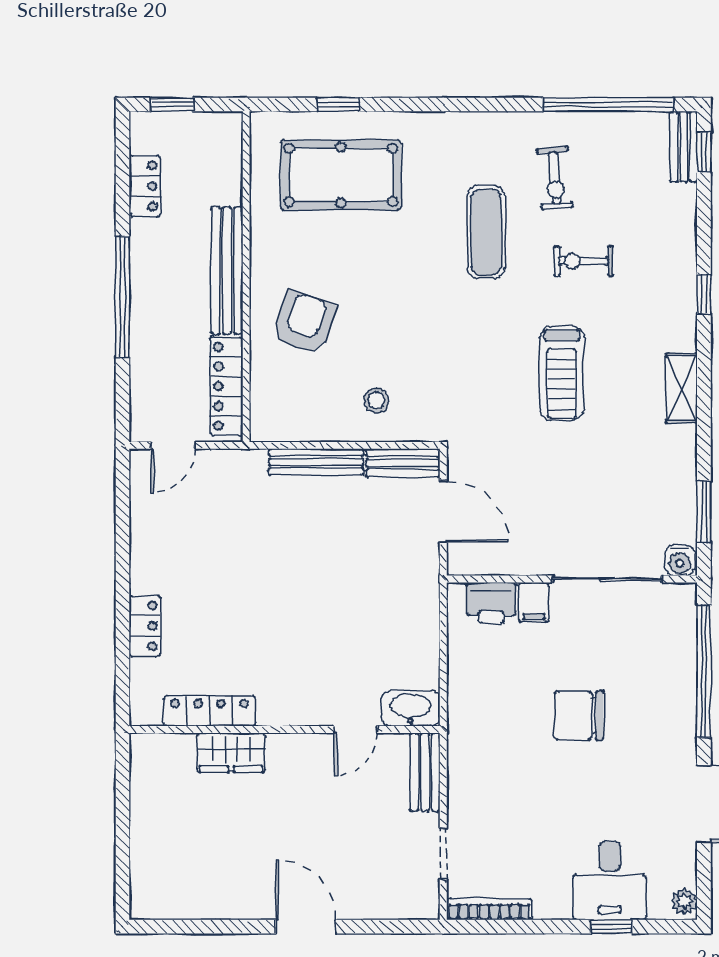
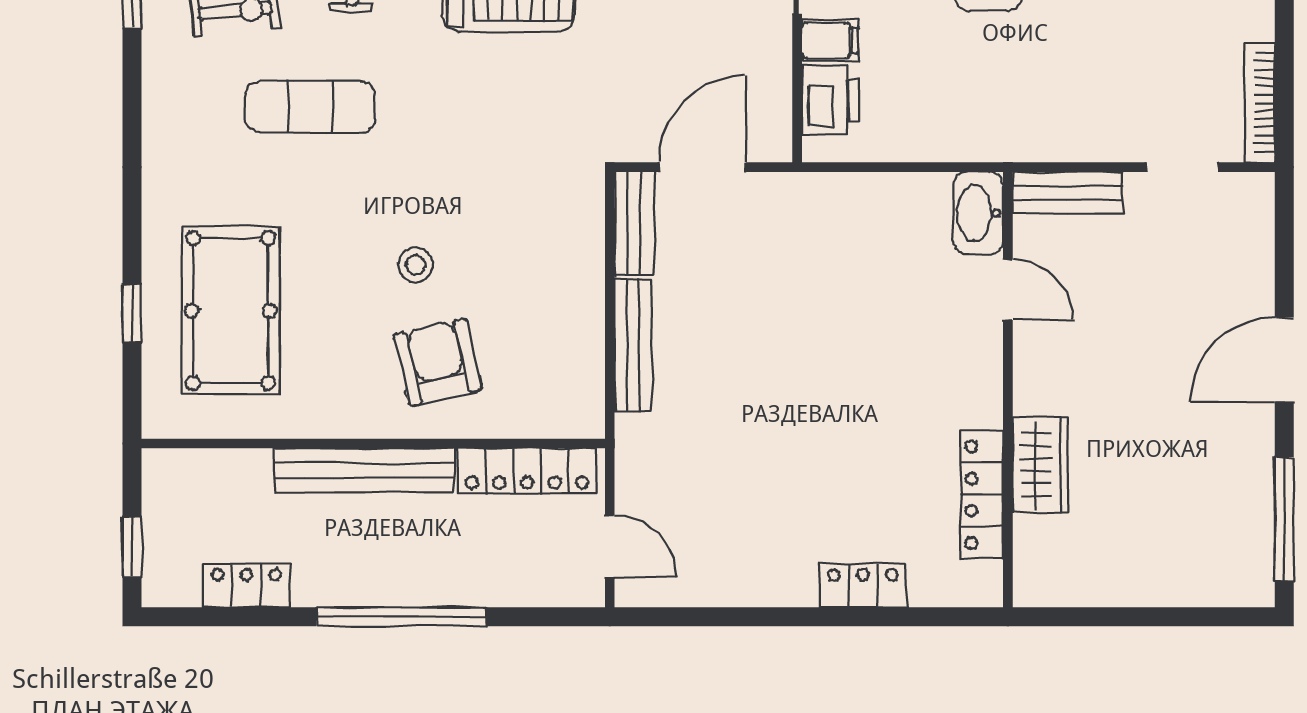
armchair: (304, 323) -> (438, 362), turned 58
stool: (376, 400) -> (416, 265), moved
window: (192, 927) -> (1284, 519), added

